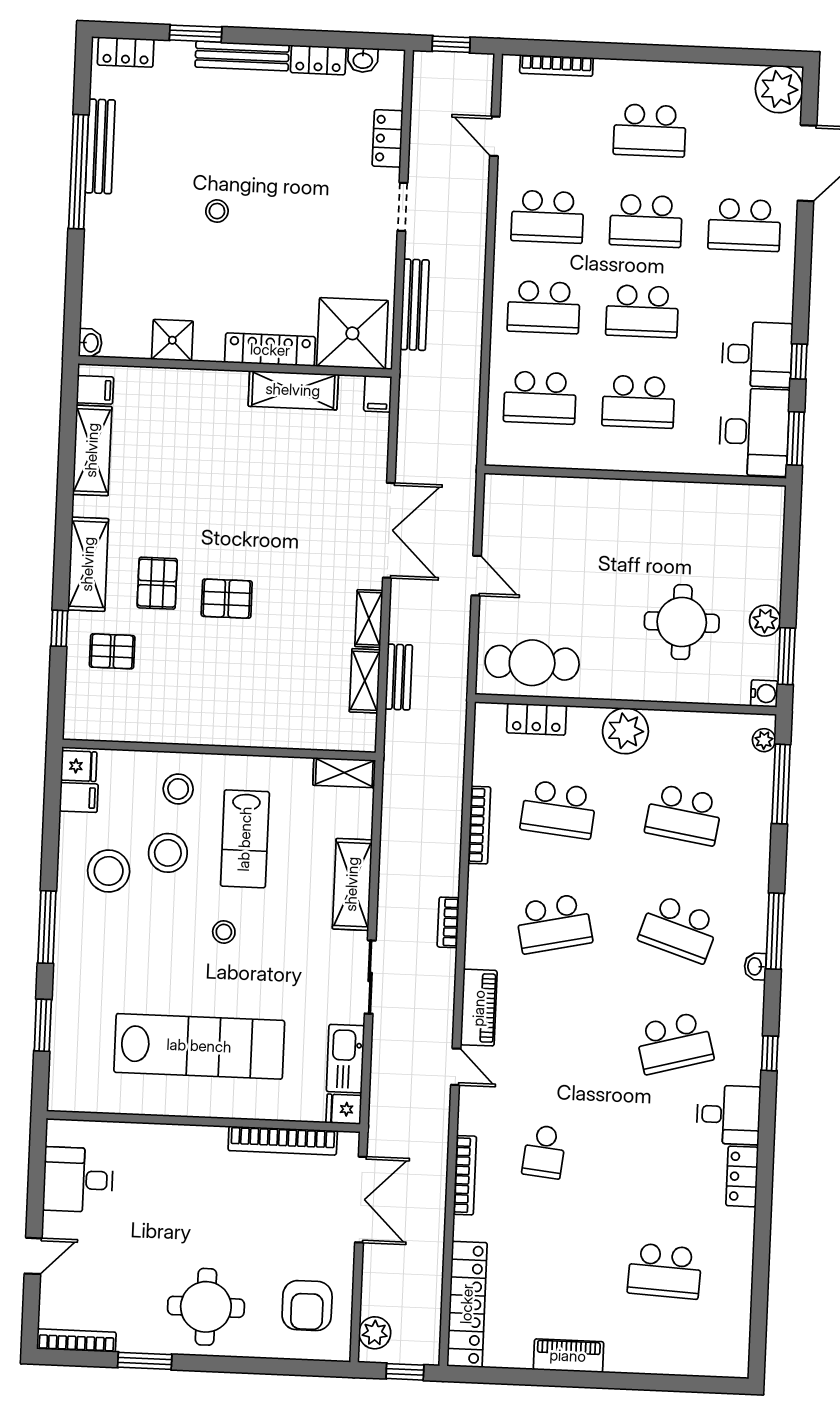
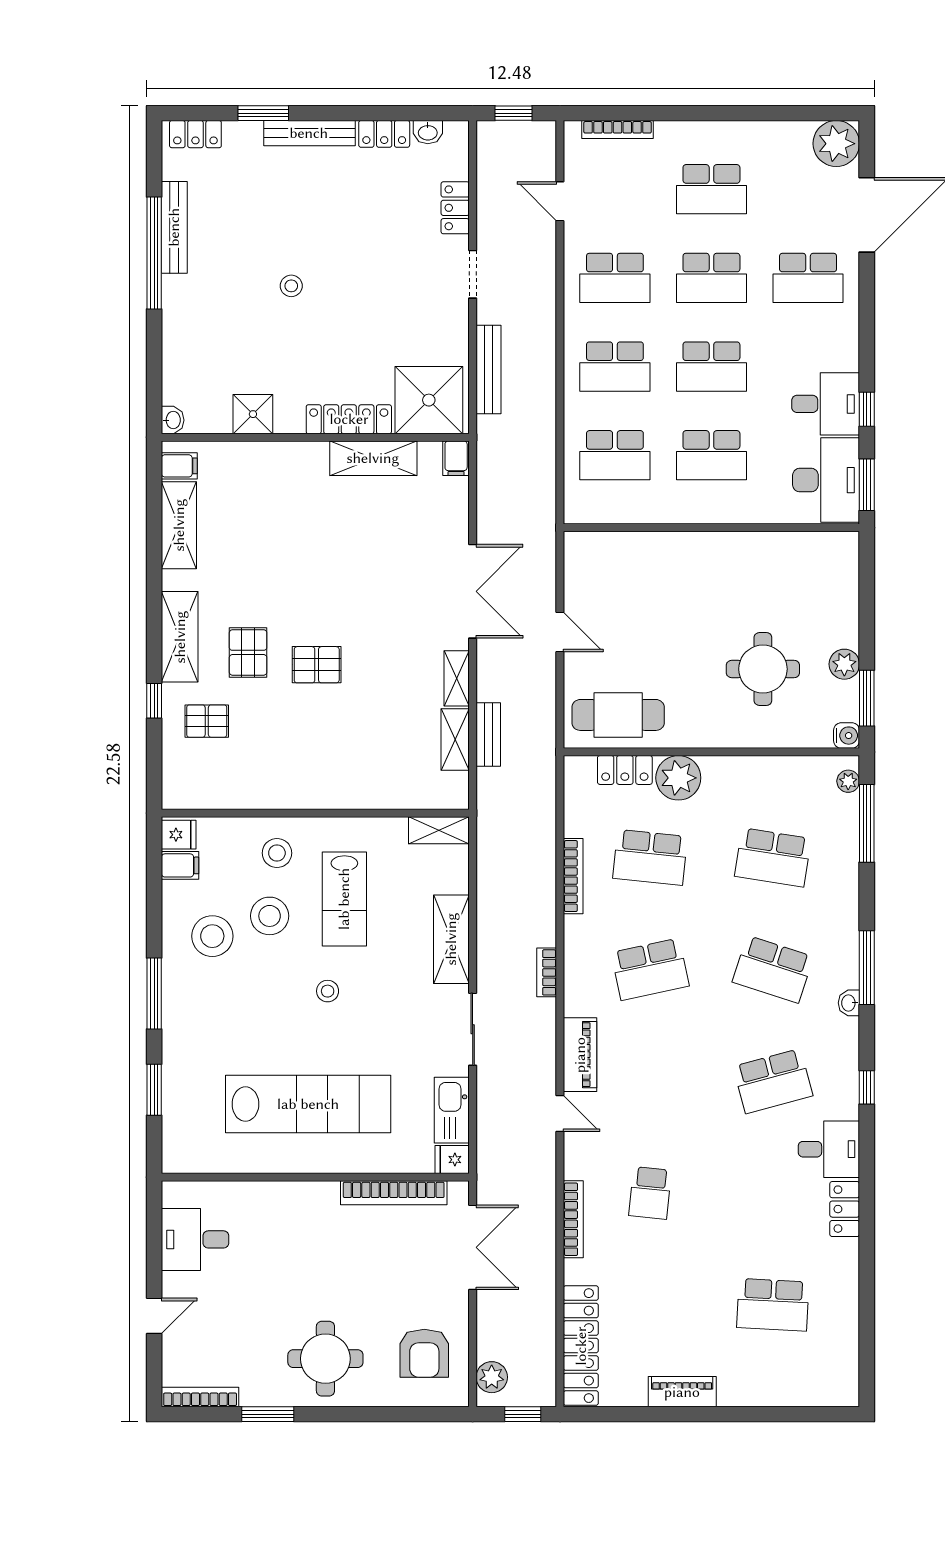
plant: (625, 731) -> (678, 778), moved

